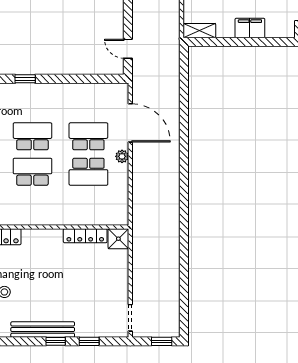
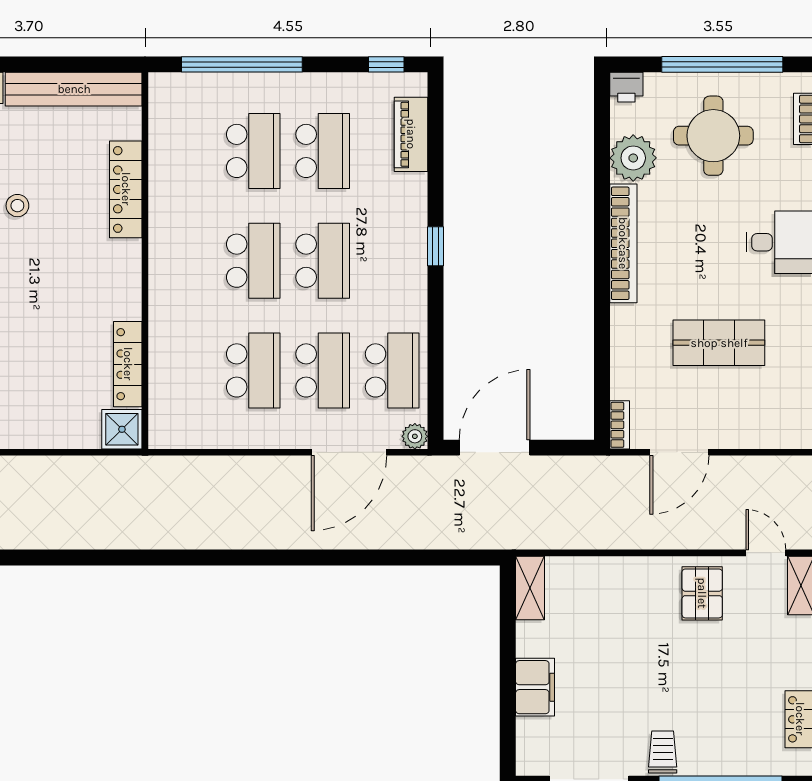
door: (128, 49) -> (495, 448), width x1.87
school desk: (88, 101) -> (392, 370), added
plant: (122, 156) -> (415, 436), moved
school desk: (88, 172) -> (253, 370), turned 180

